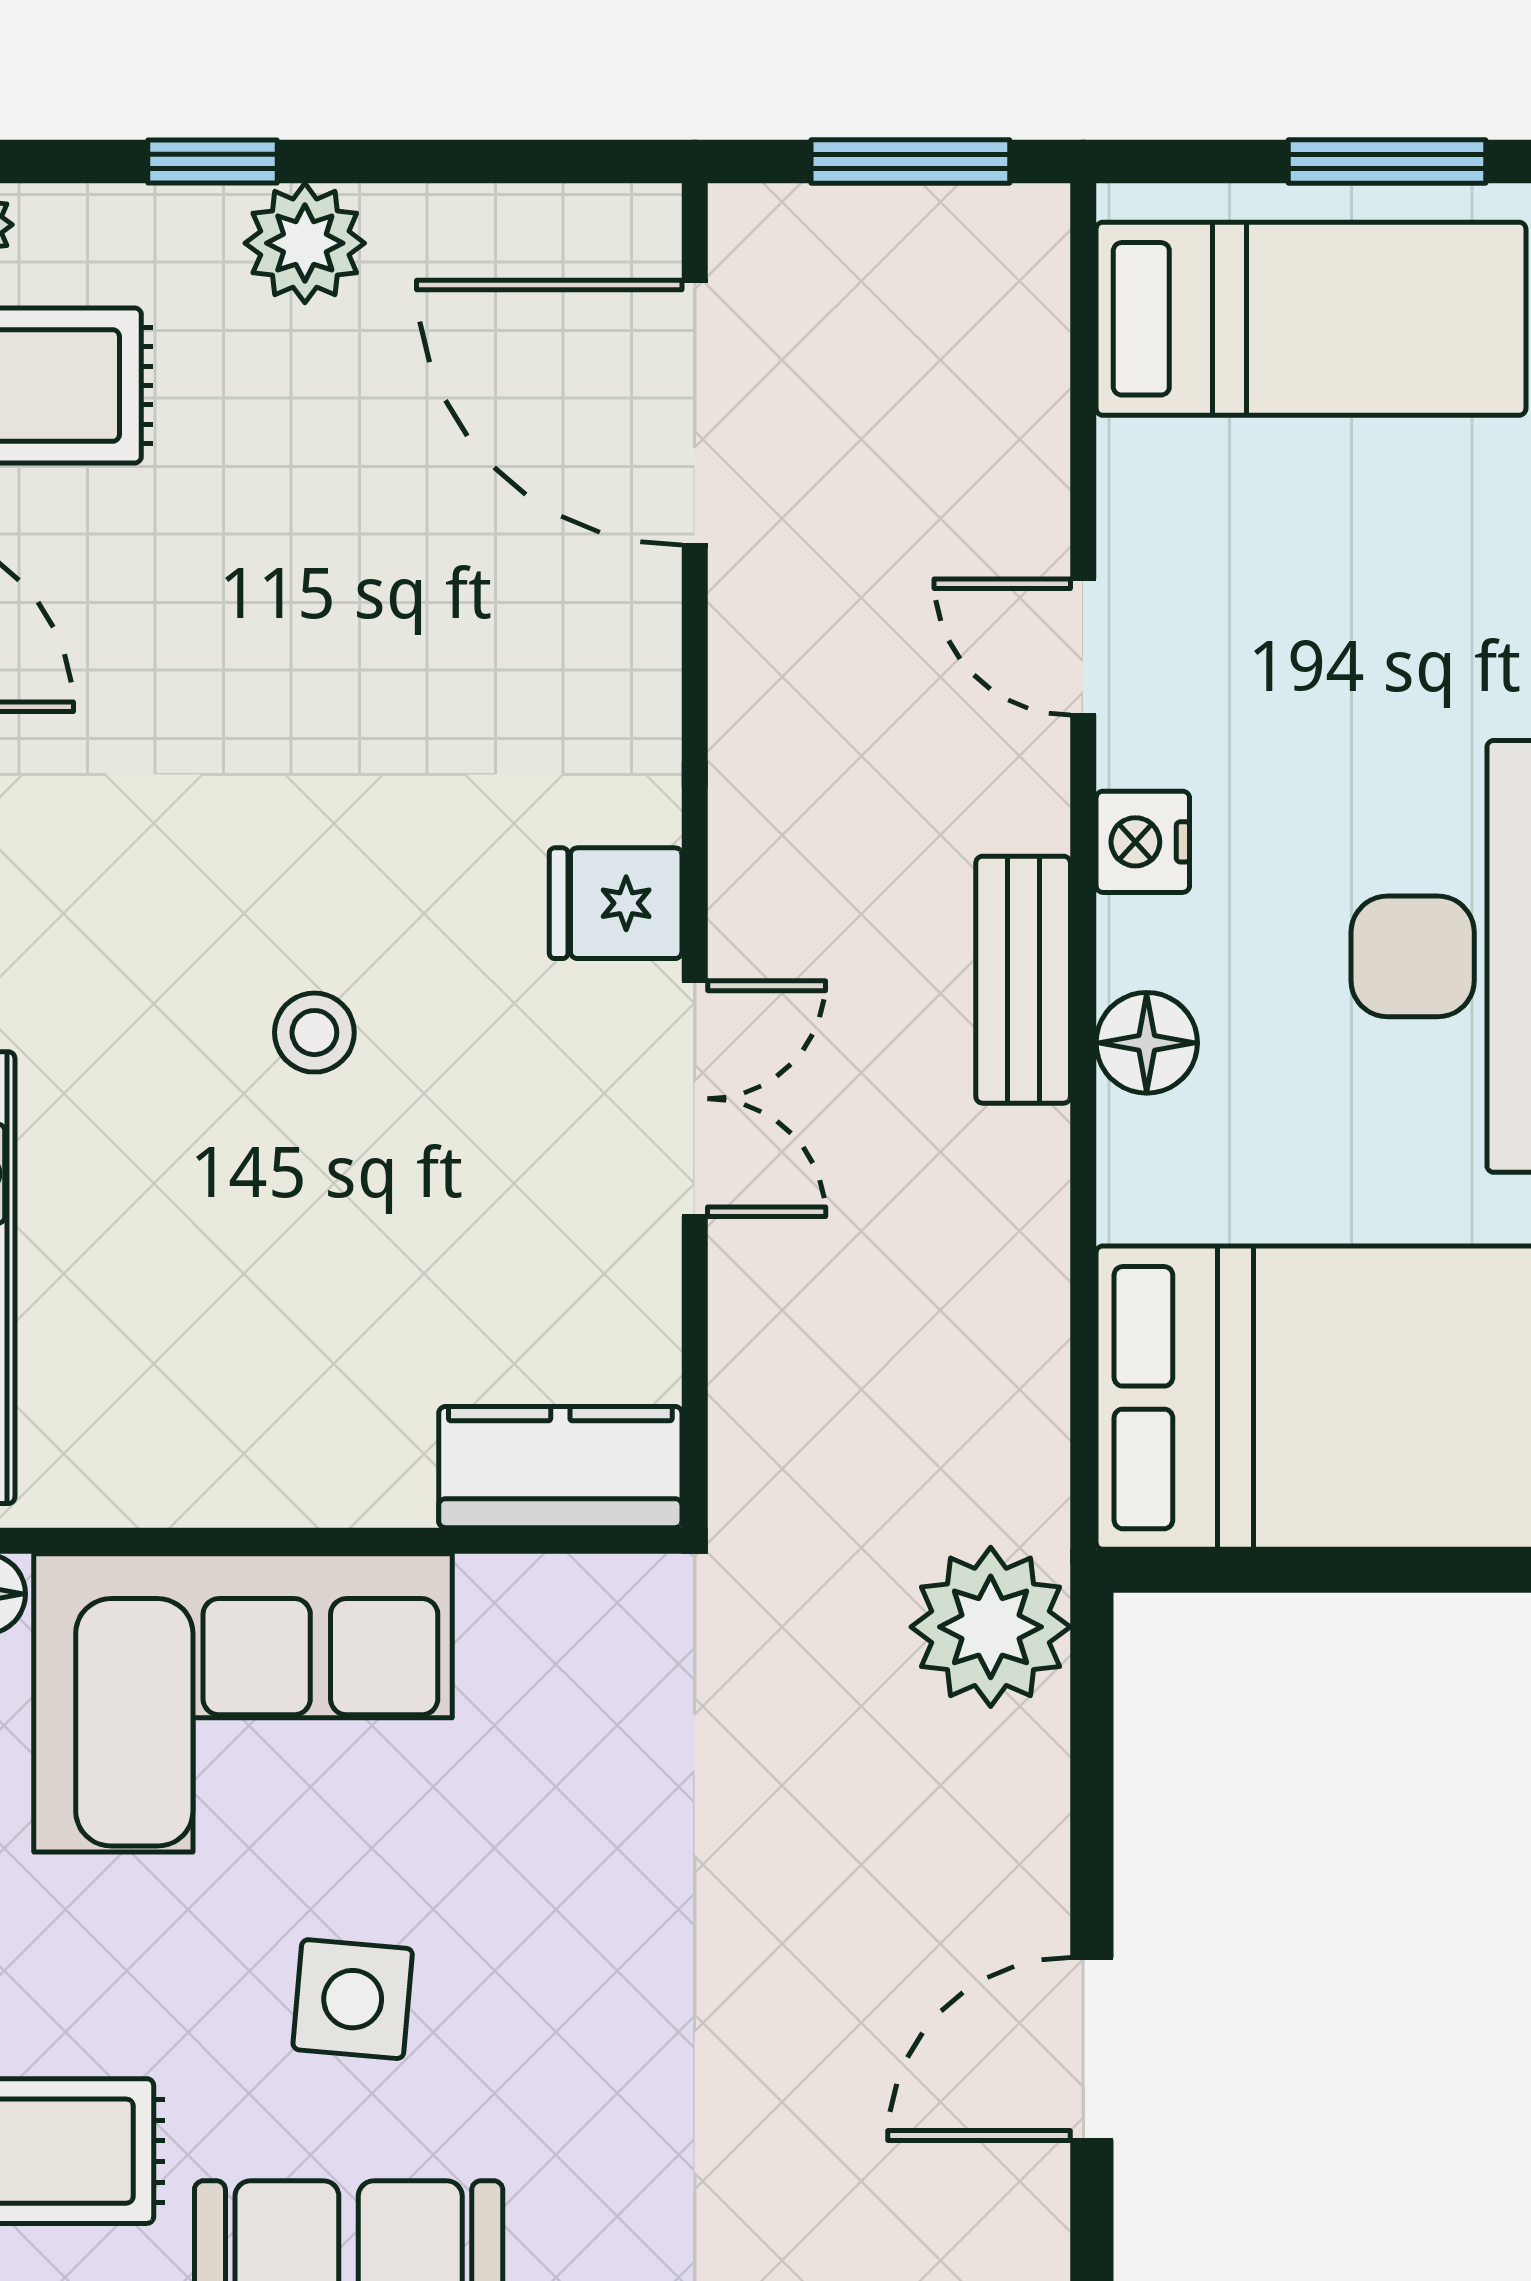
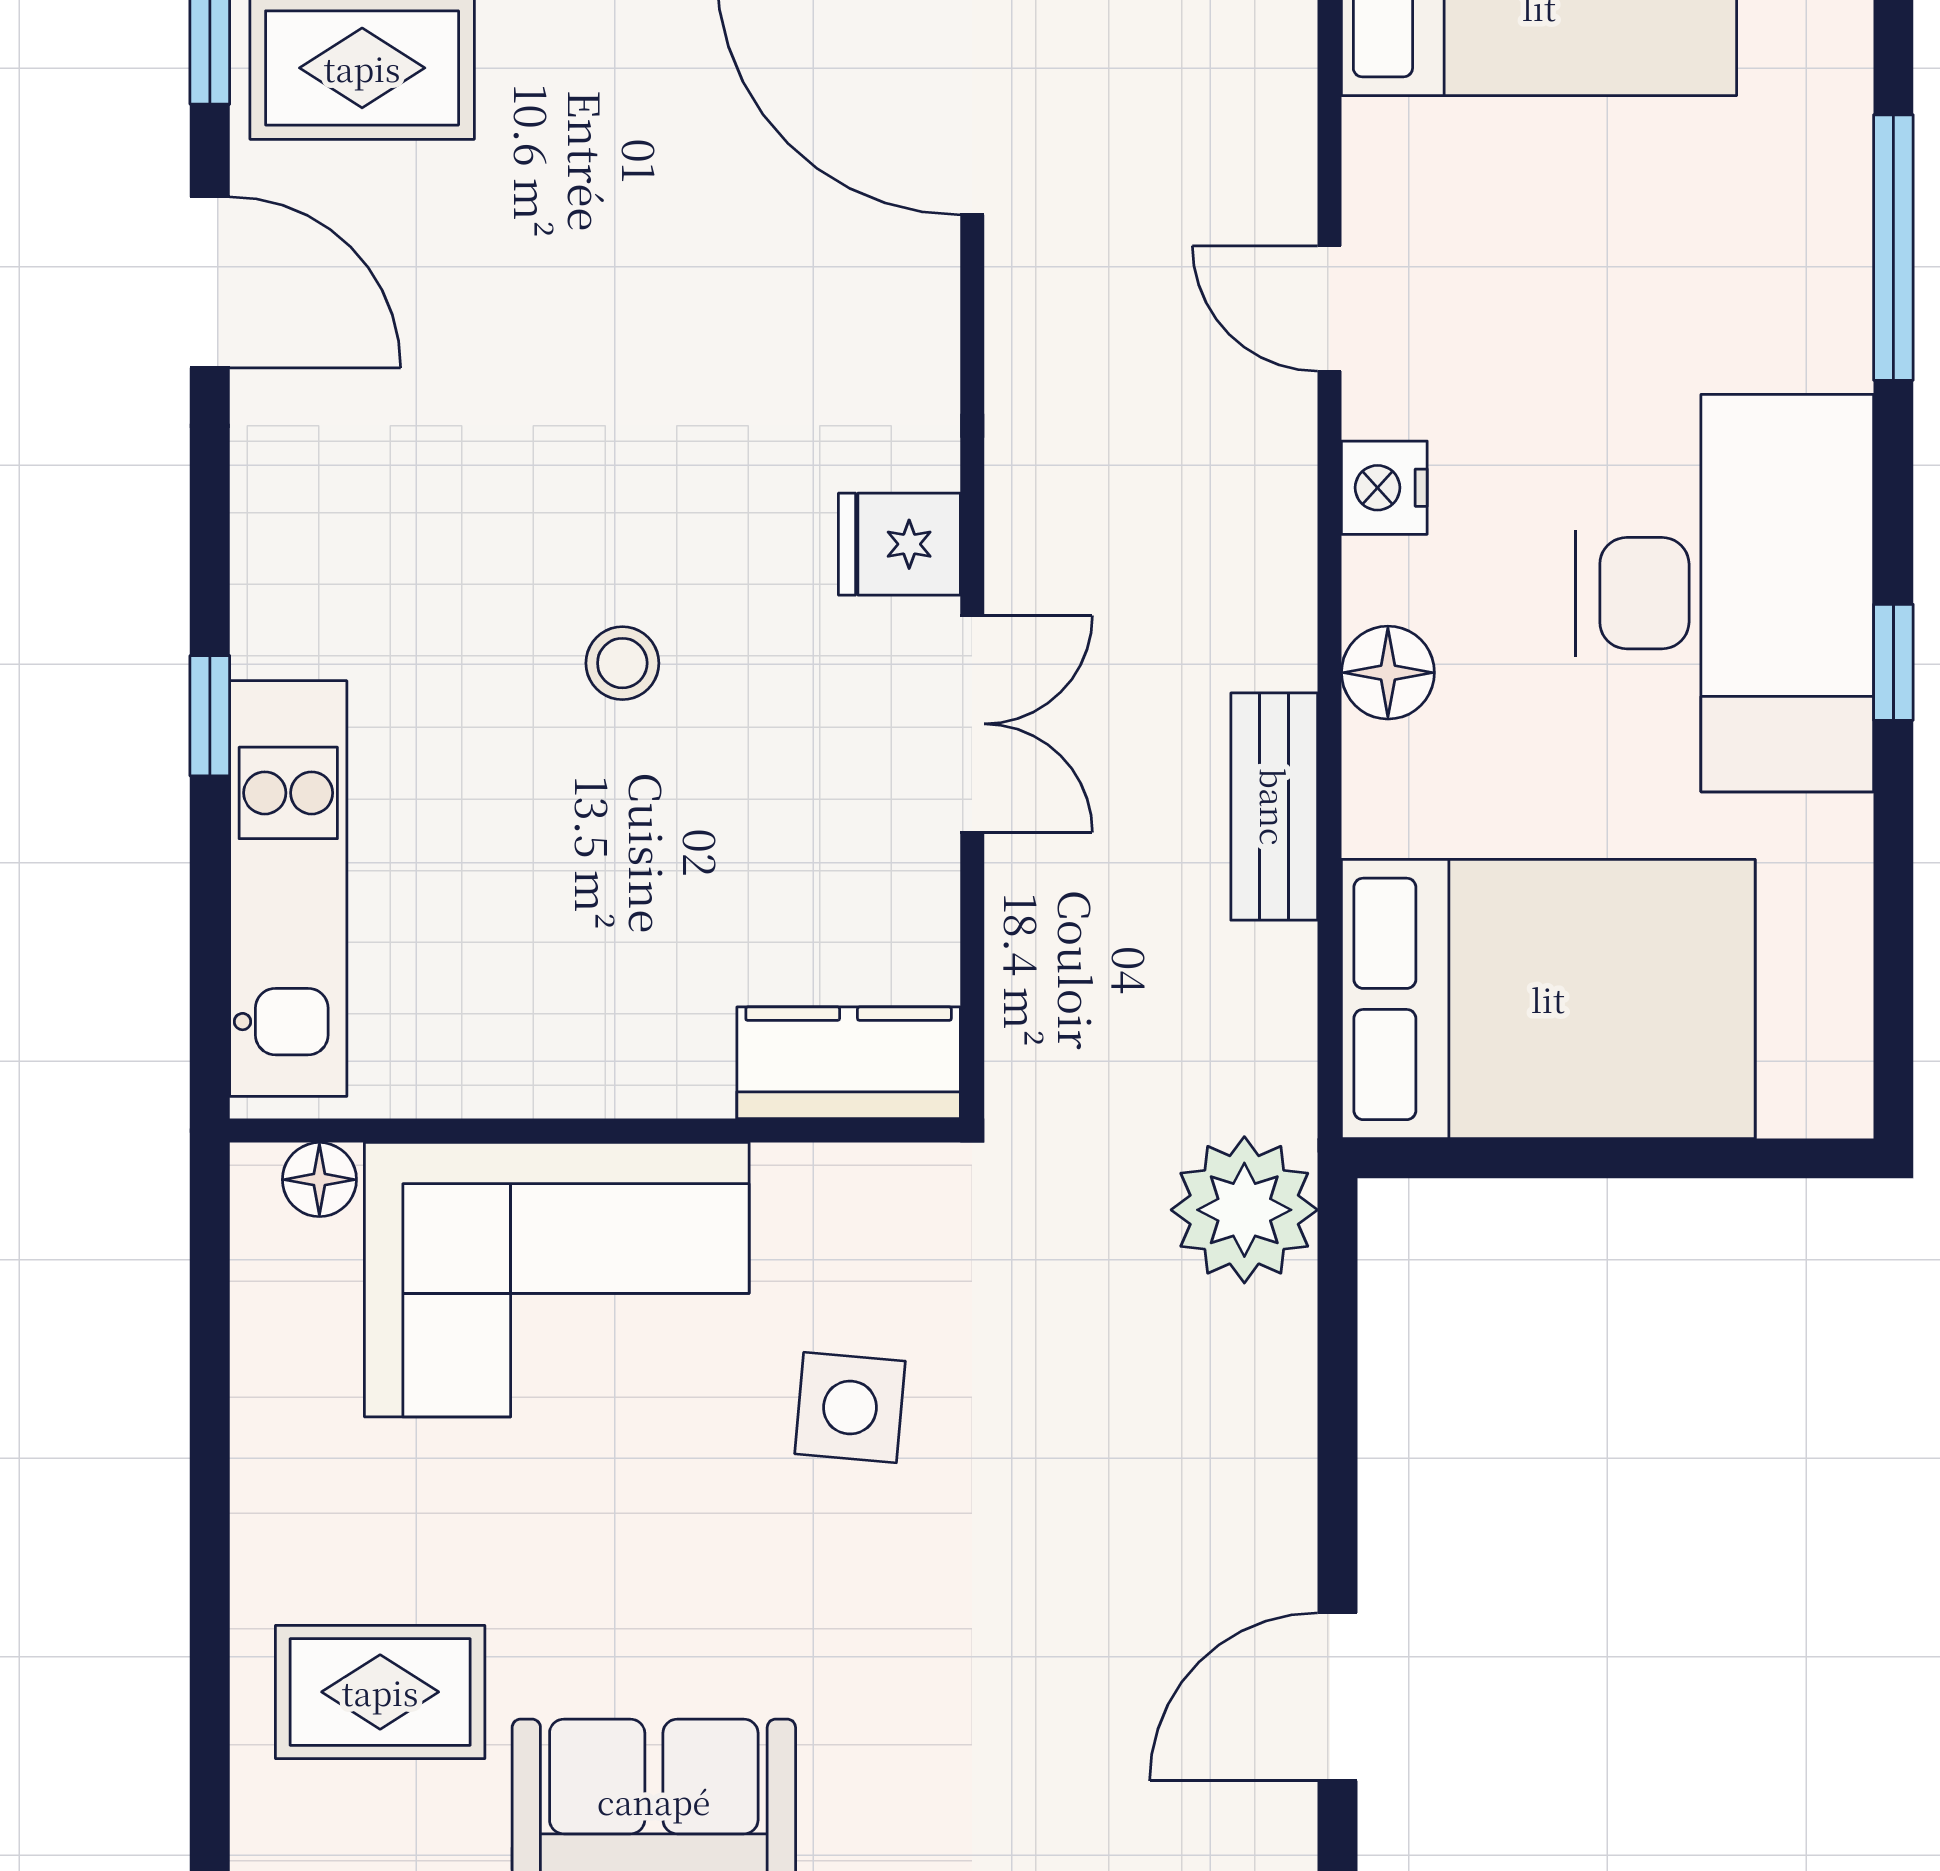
bench: (1023, 980) -> (1274, 807), moved
side table: (353, 1999) -> (850, 1407), moved
door: (1092, 2049) -> (1337, 1697), moved

